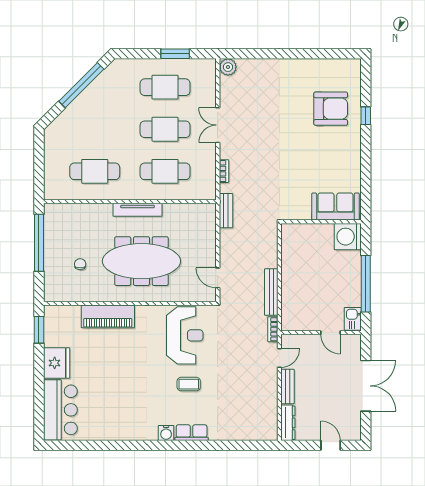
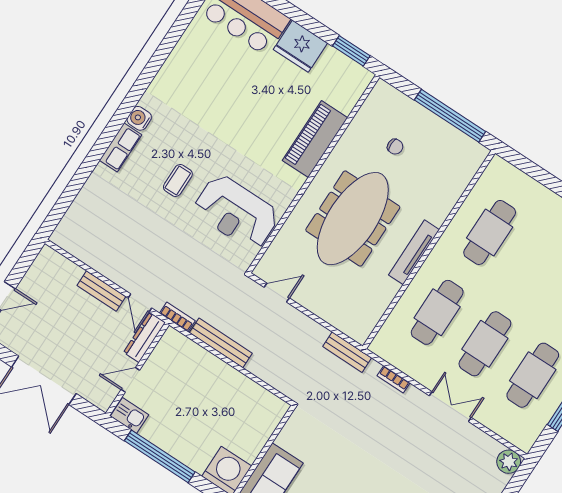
dresser: (288, 423) -> (144, 337), moved, turned 90

